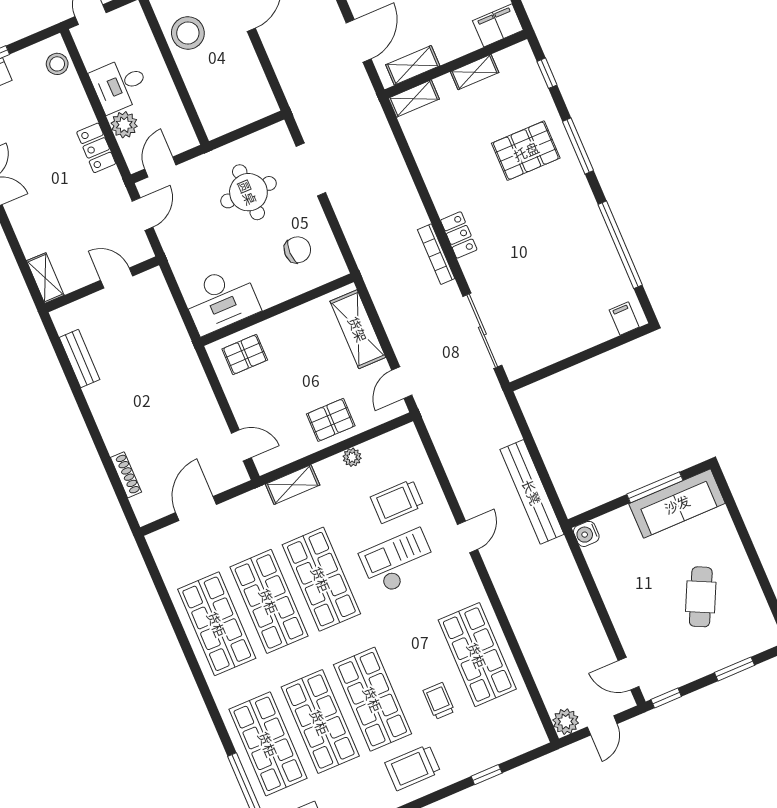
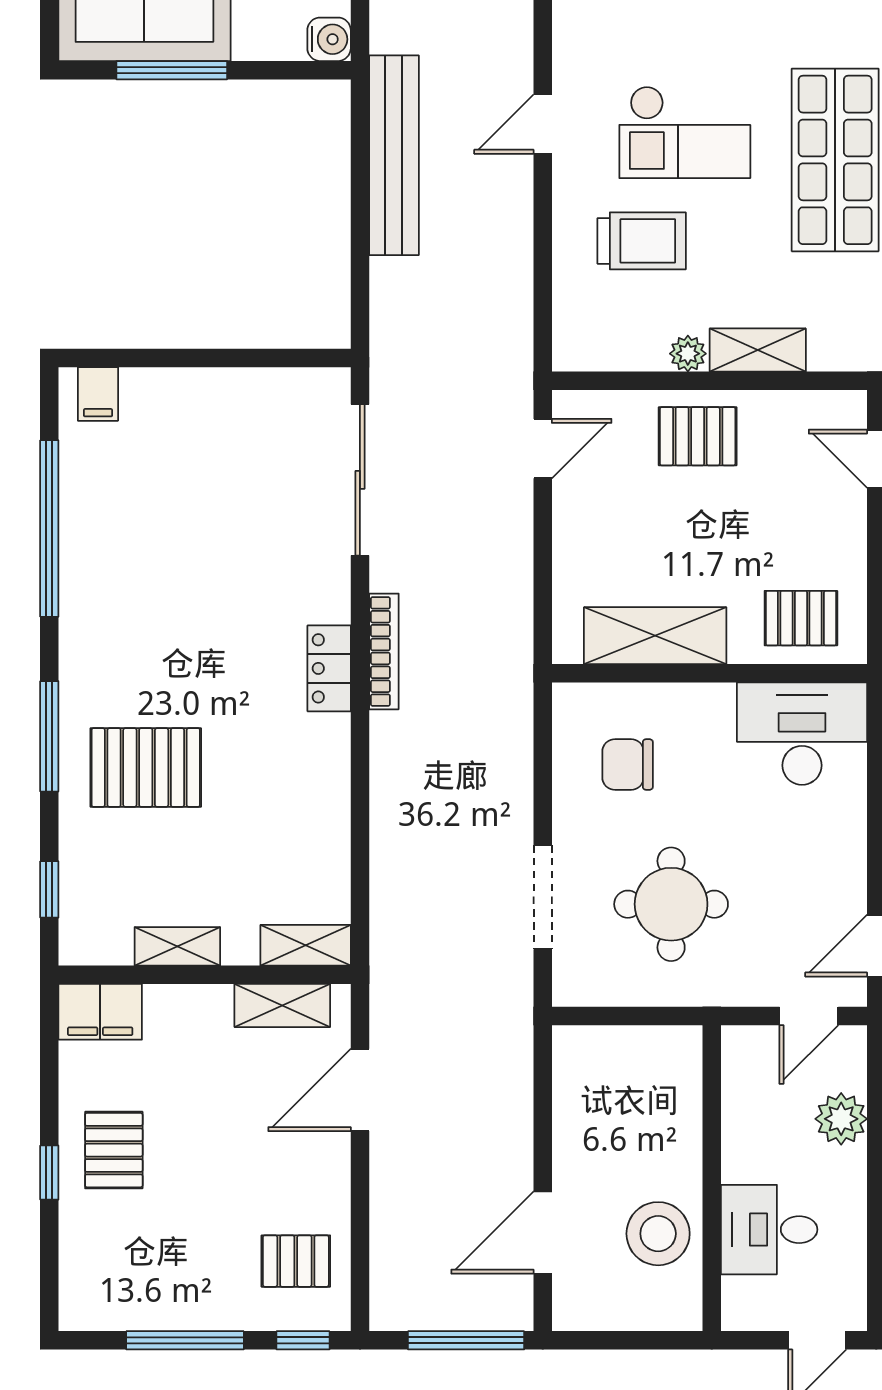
desk: (120, 85) -> (769, 1230), moved, turned 180
shelving: (358, 329) -> (655, 636), moved, turned 90
shelving: (293, 485) -> (758, 350), moved

